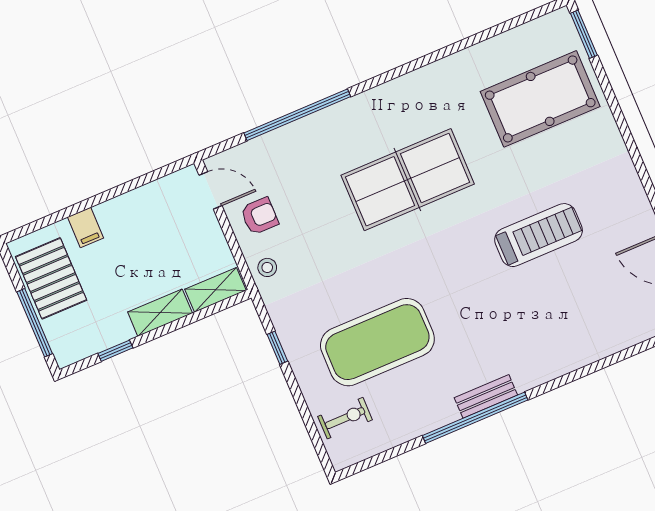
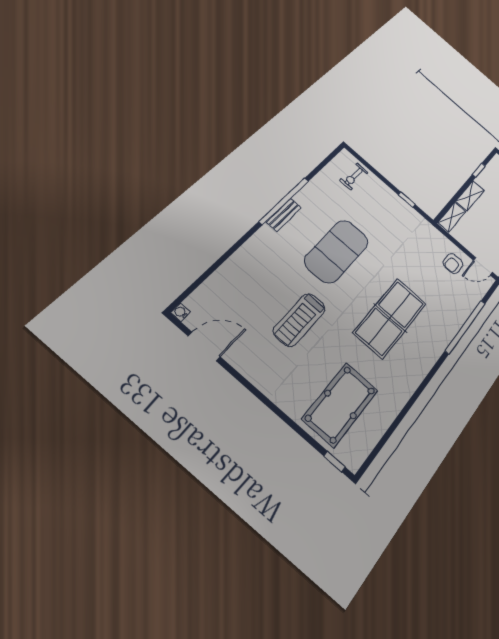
window: (584, 34) -> (335, 462), width x0.67
stool: (267, 267) -> (434, 238), removed
exercise mat: (377, 342) -> (337, 251), moved

